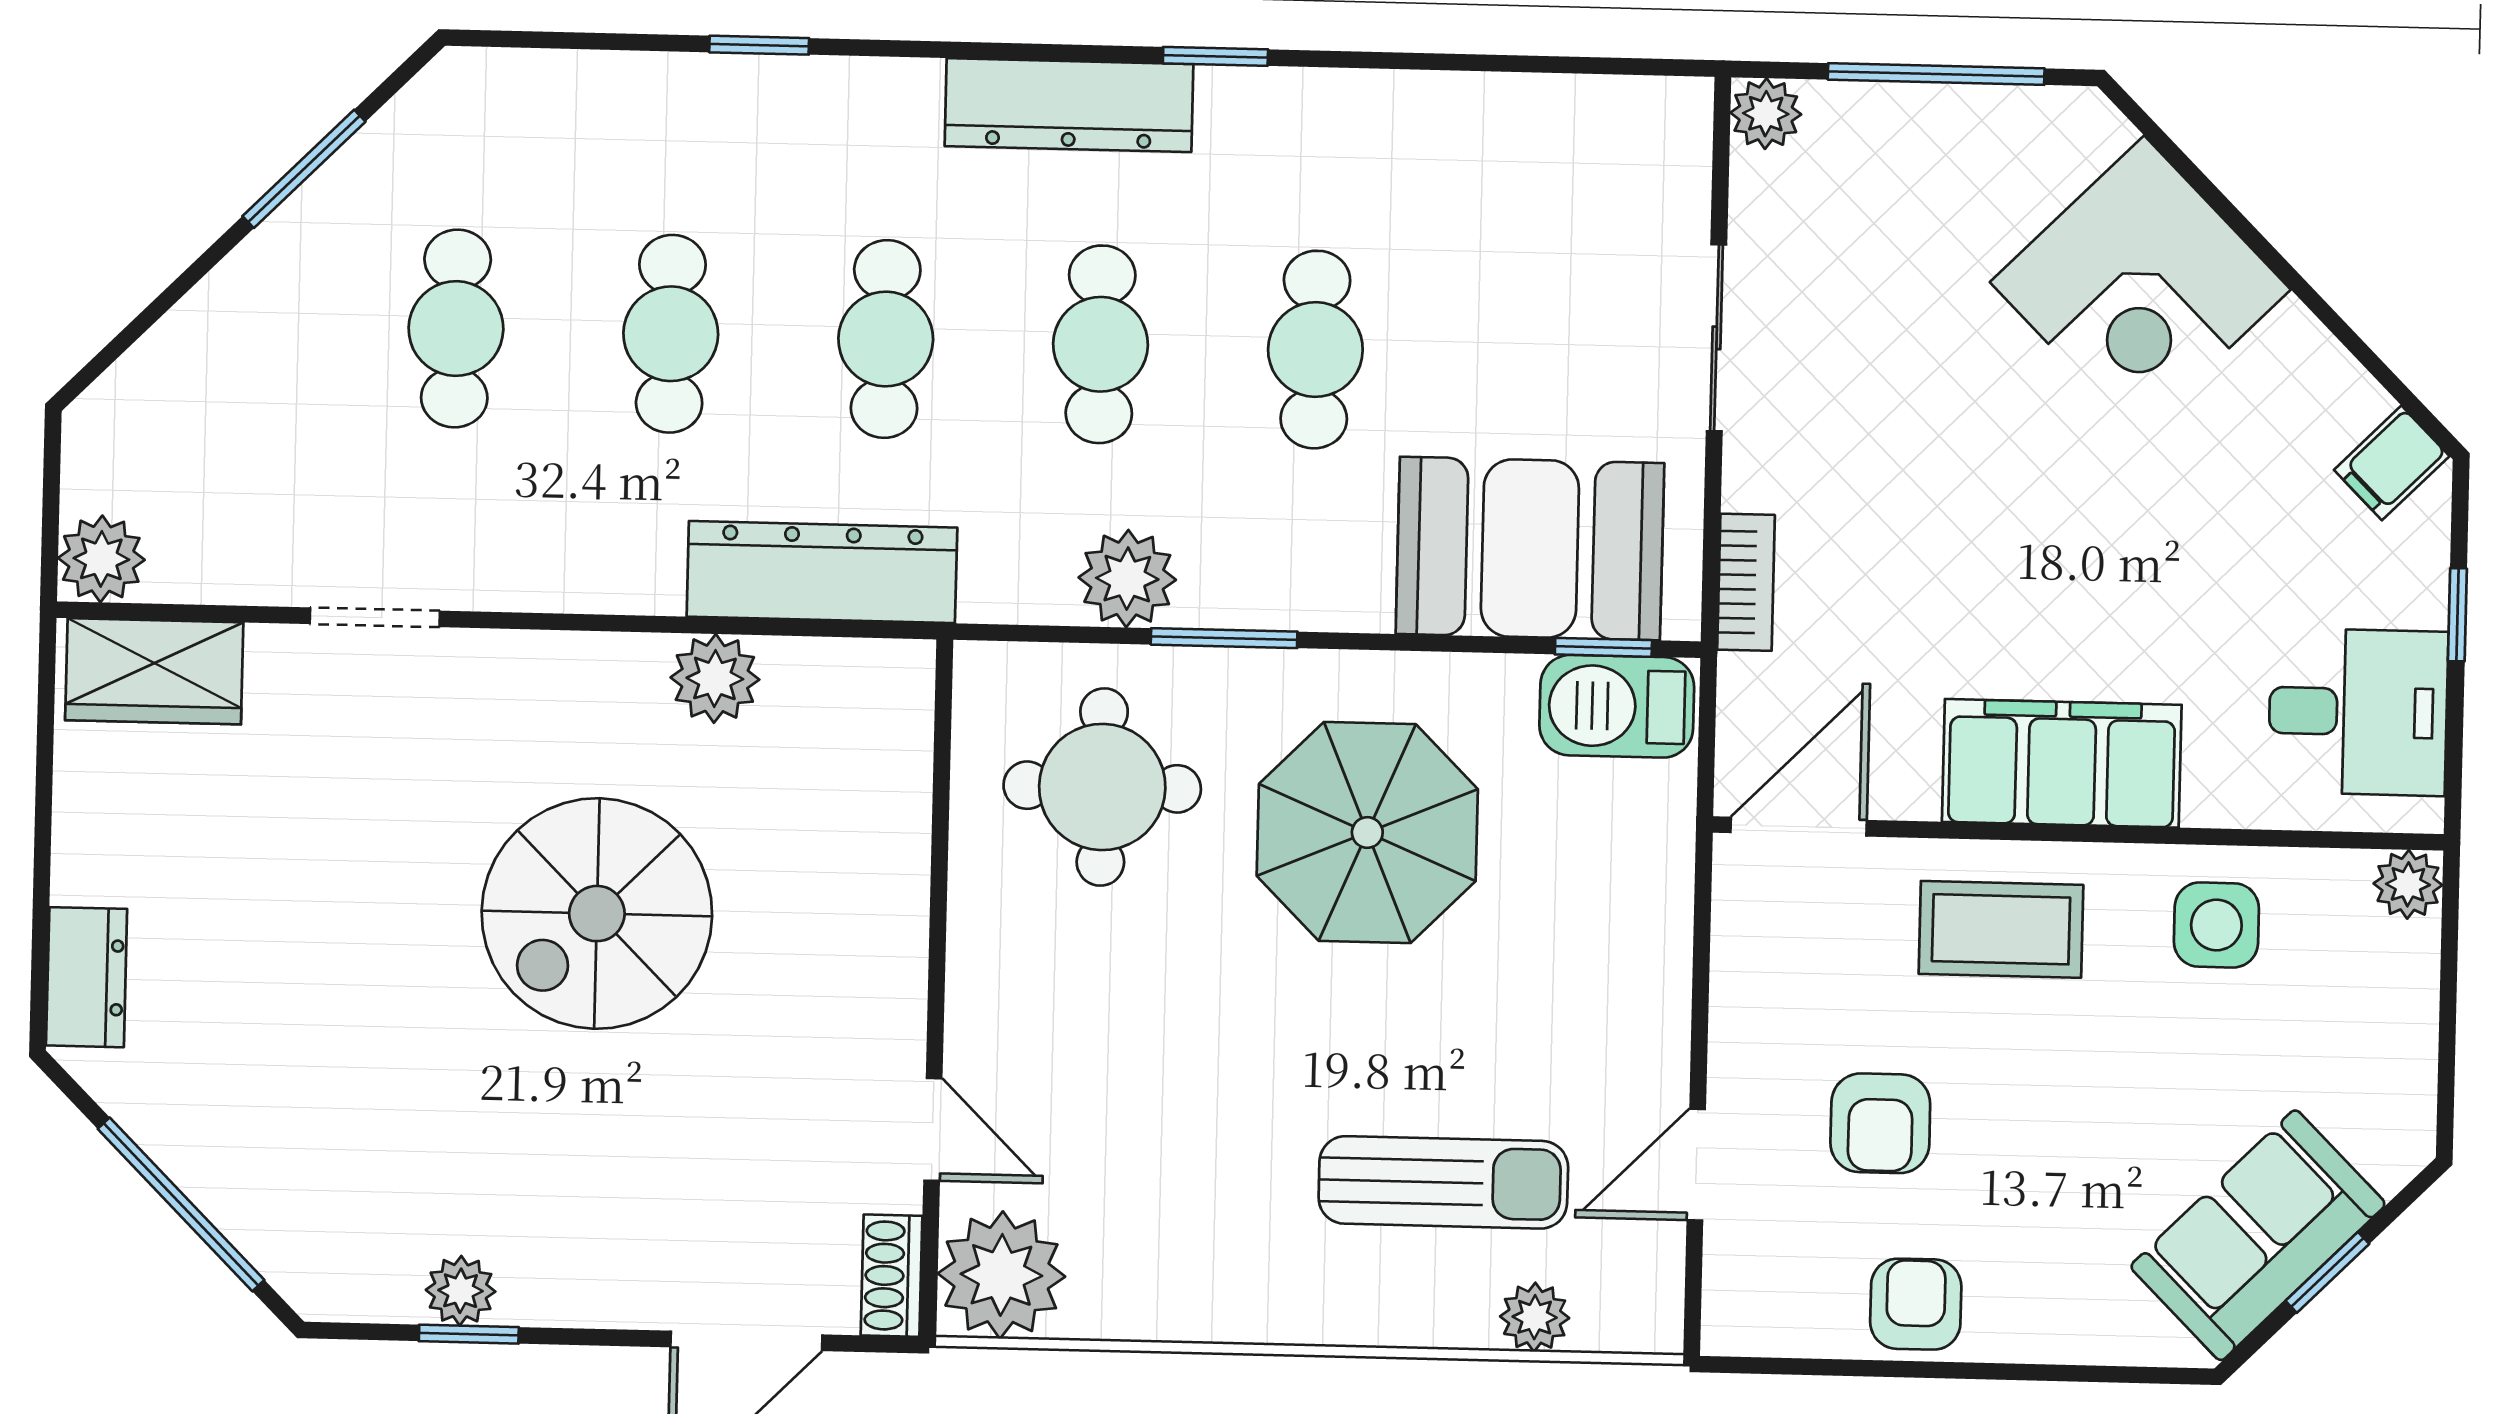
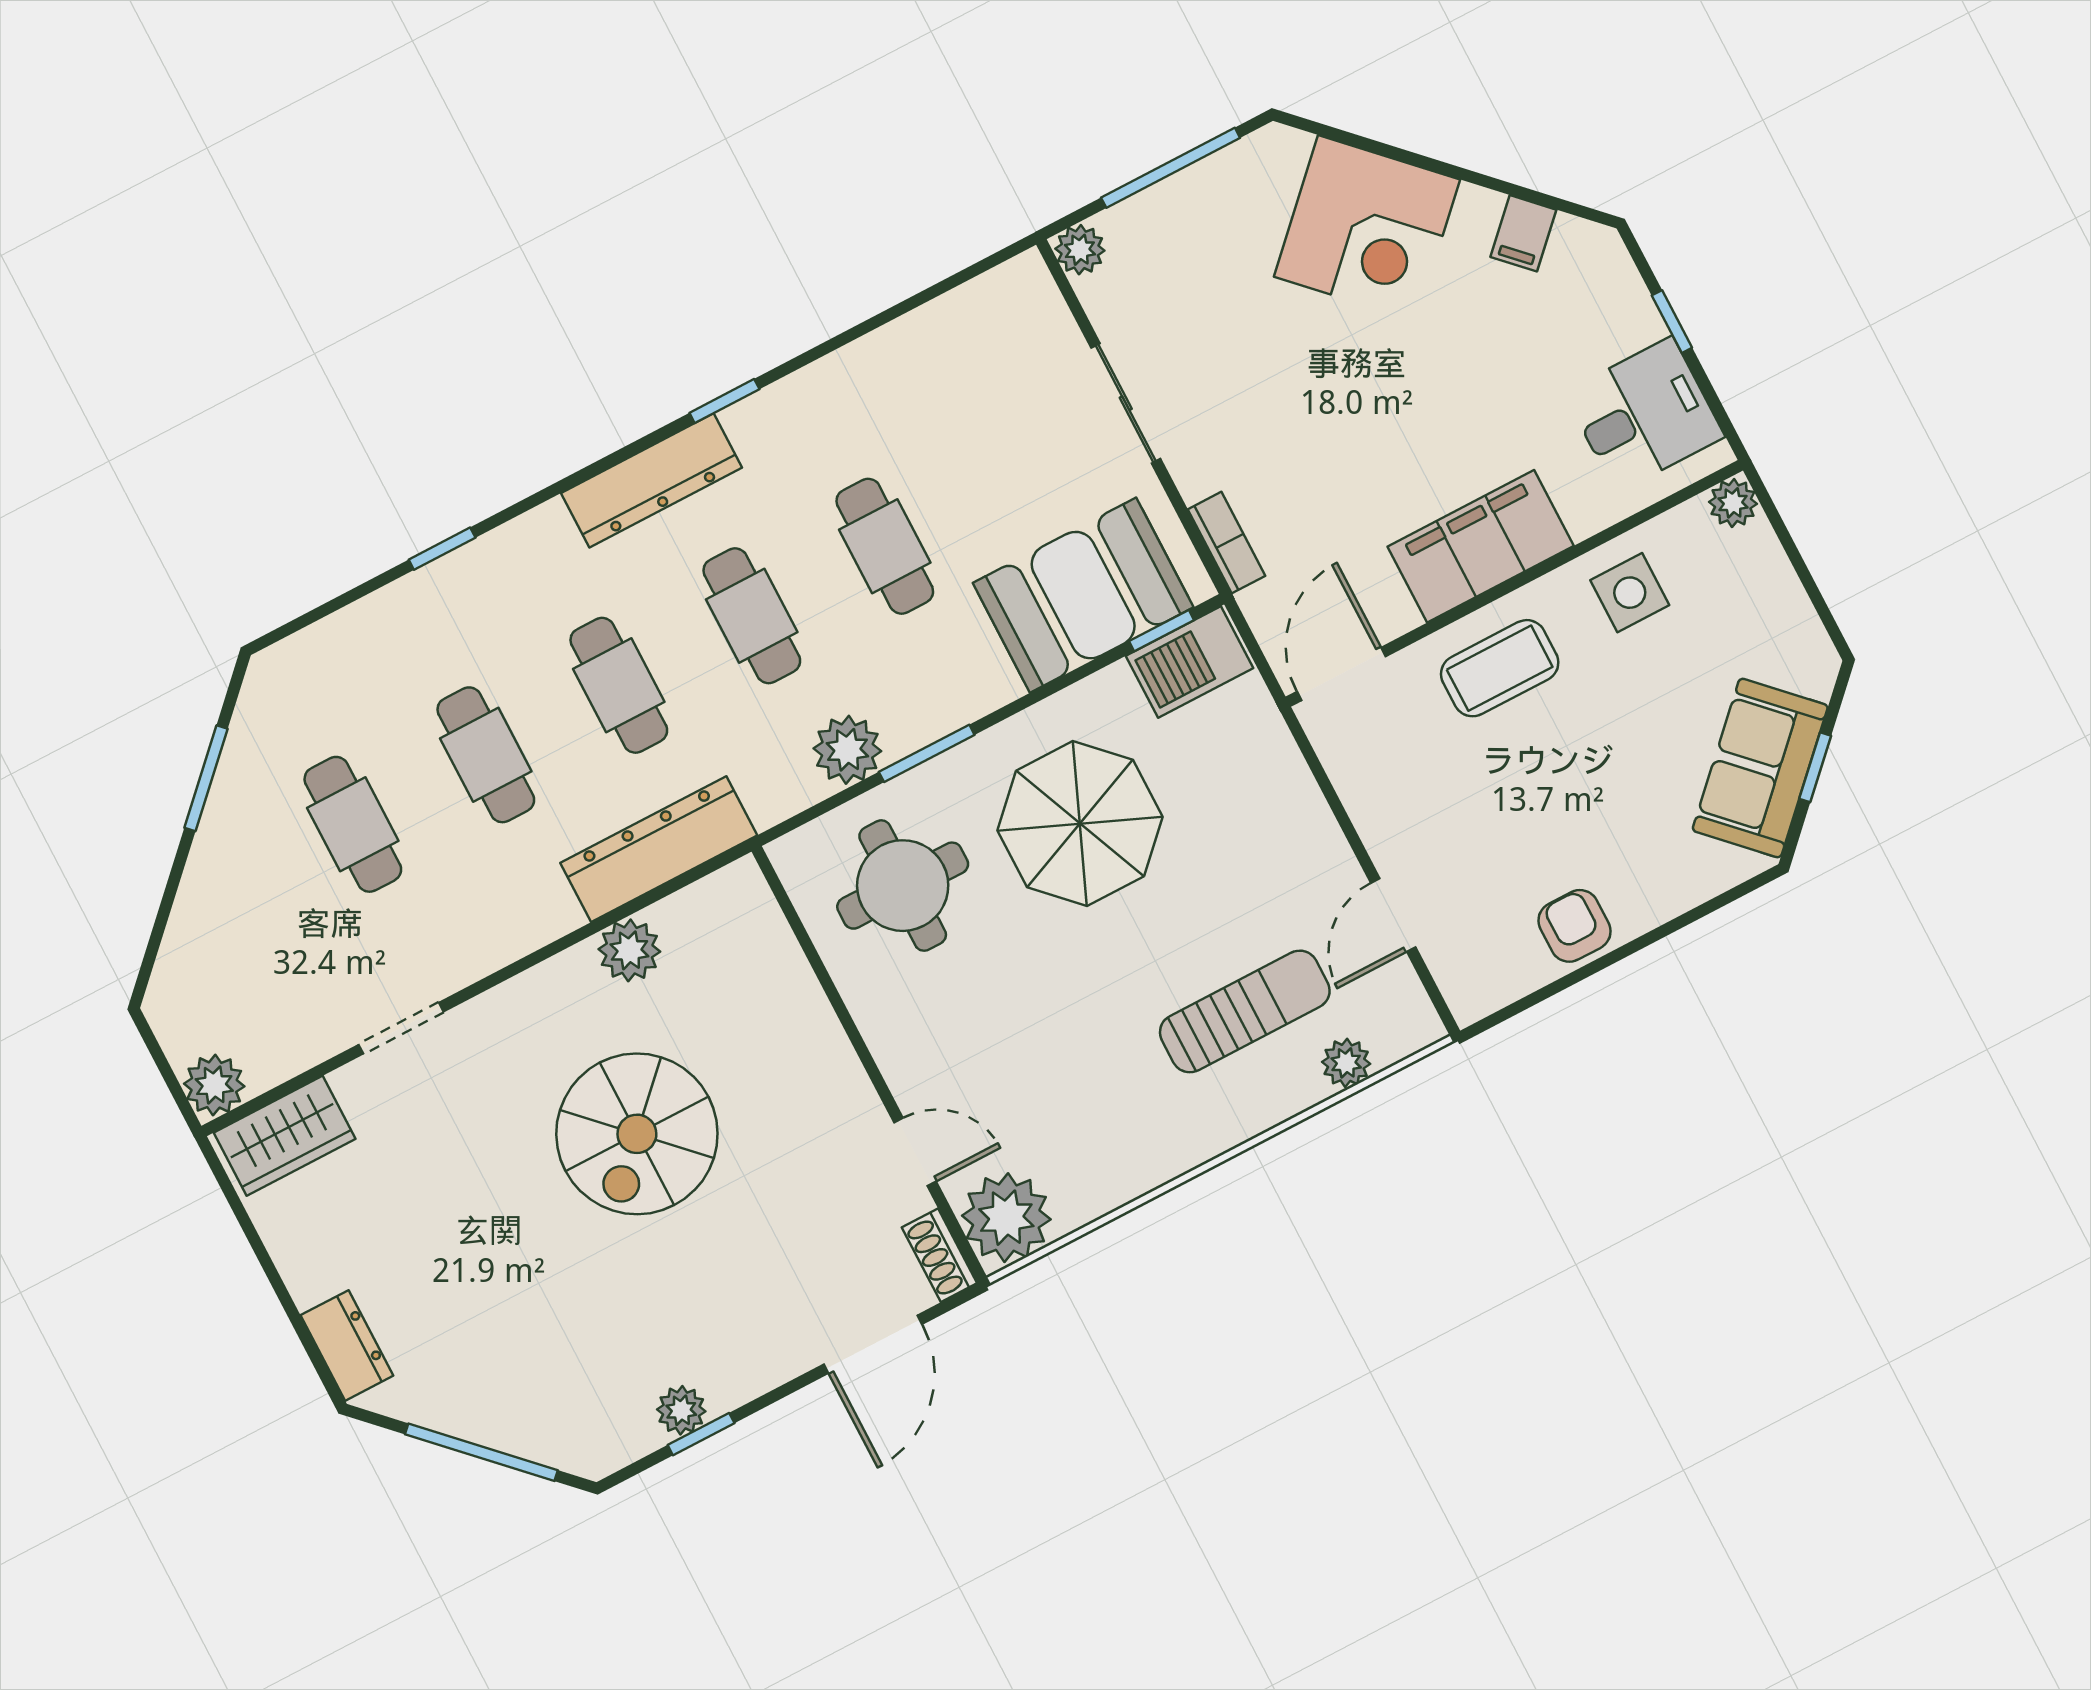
filing cabinet: (2392, 463) -> (1523, 233), moved
armchair: (1880, 1123) -> (1492, 827), removed

